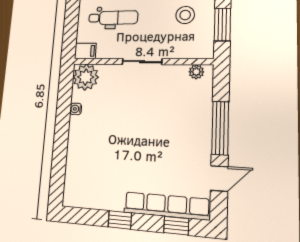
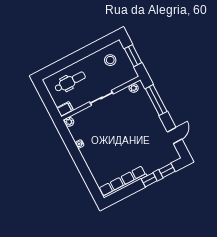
plant: (86, 77) -> (69, 122), width x0.53, depth x0.53
window: (220, 128) -> (156, 100), moved
row of seats: (166, 206) -> (123, 182), moved
window: (120, 220) -> (149, 180), moved

